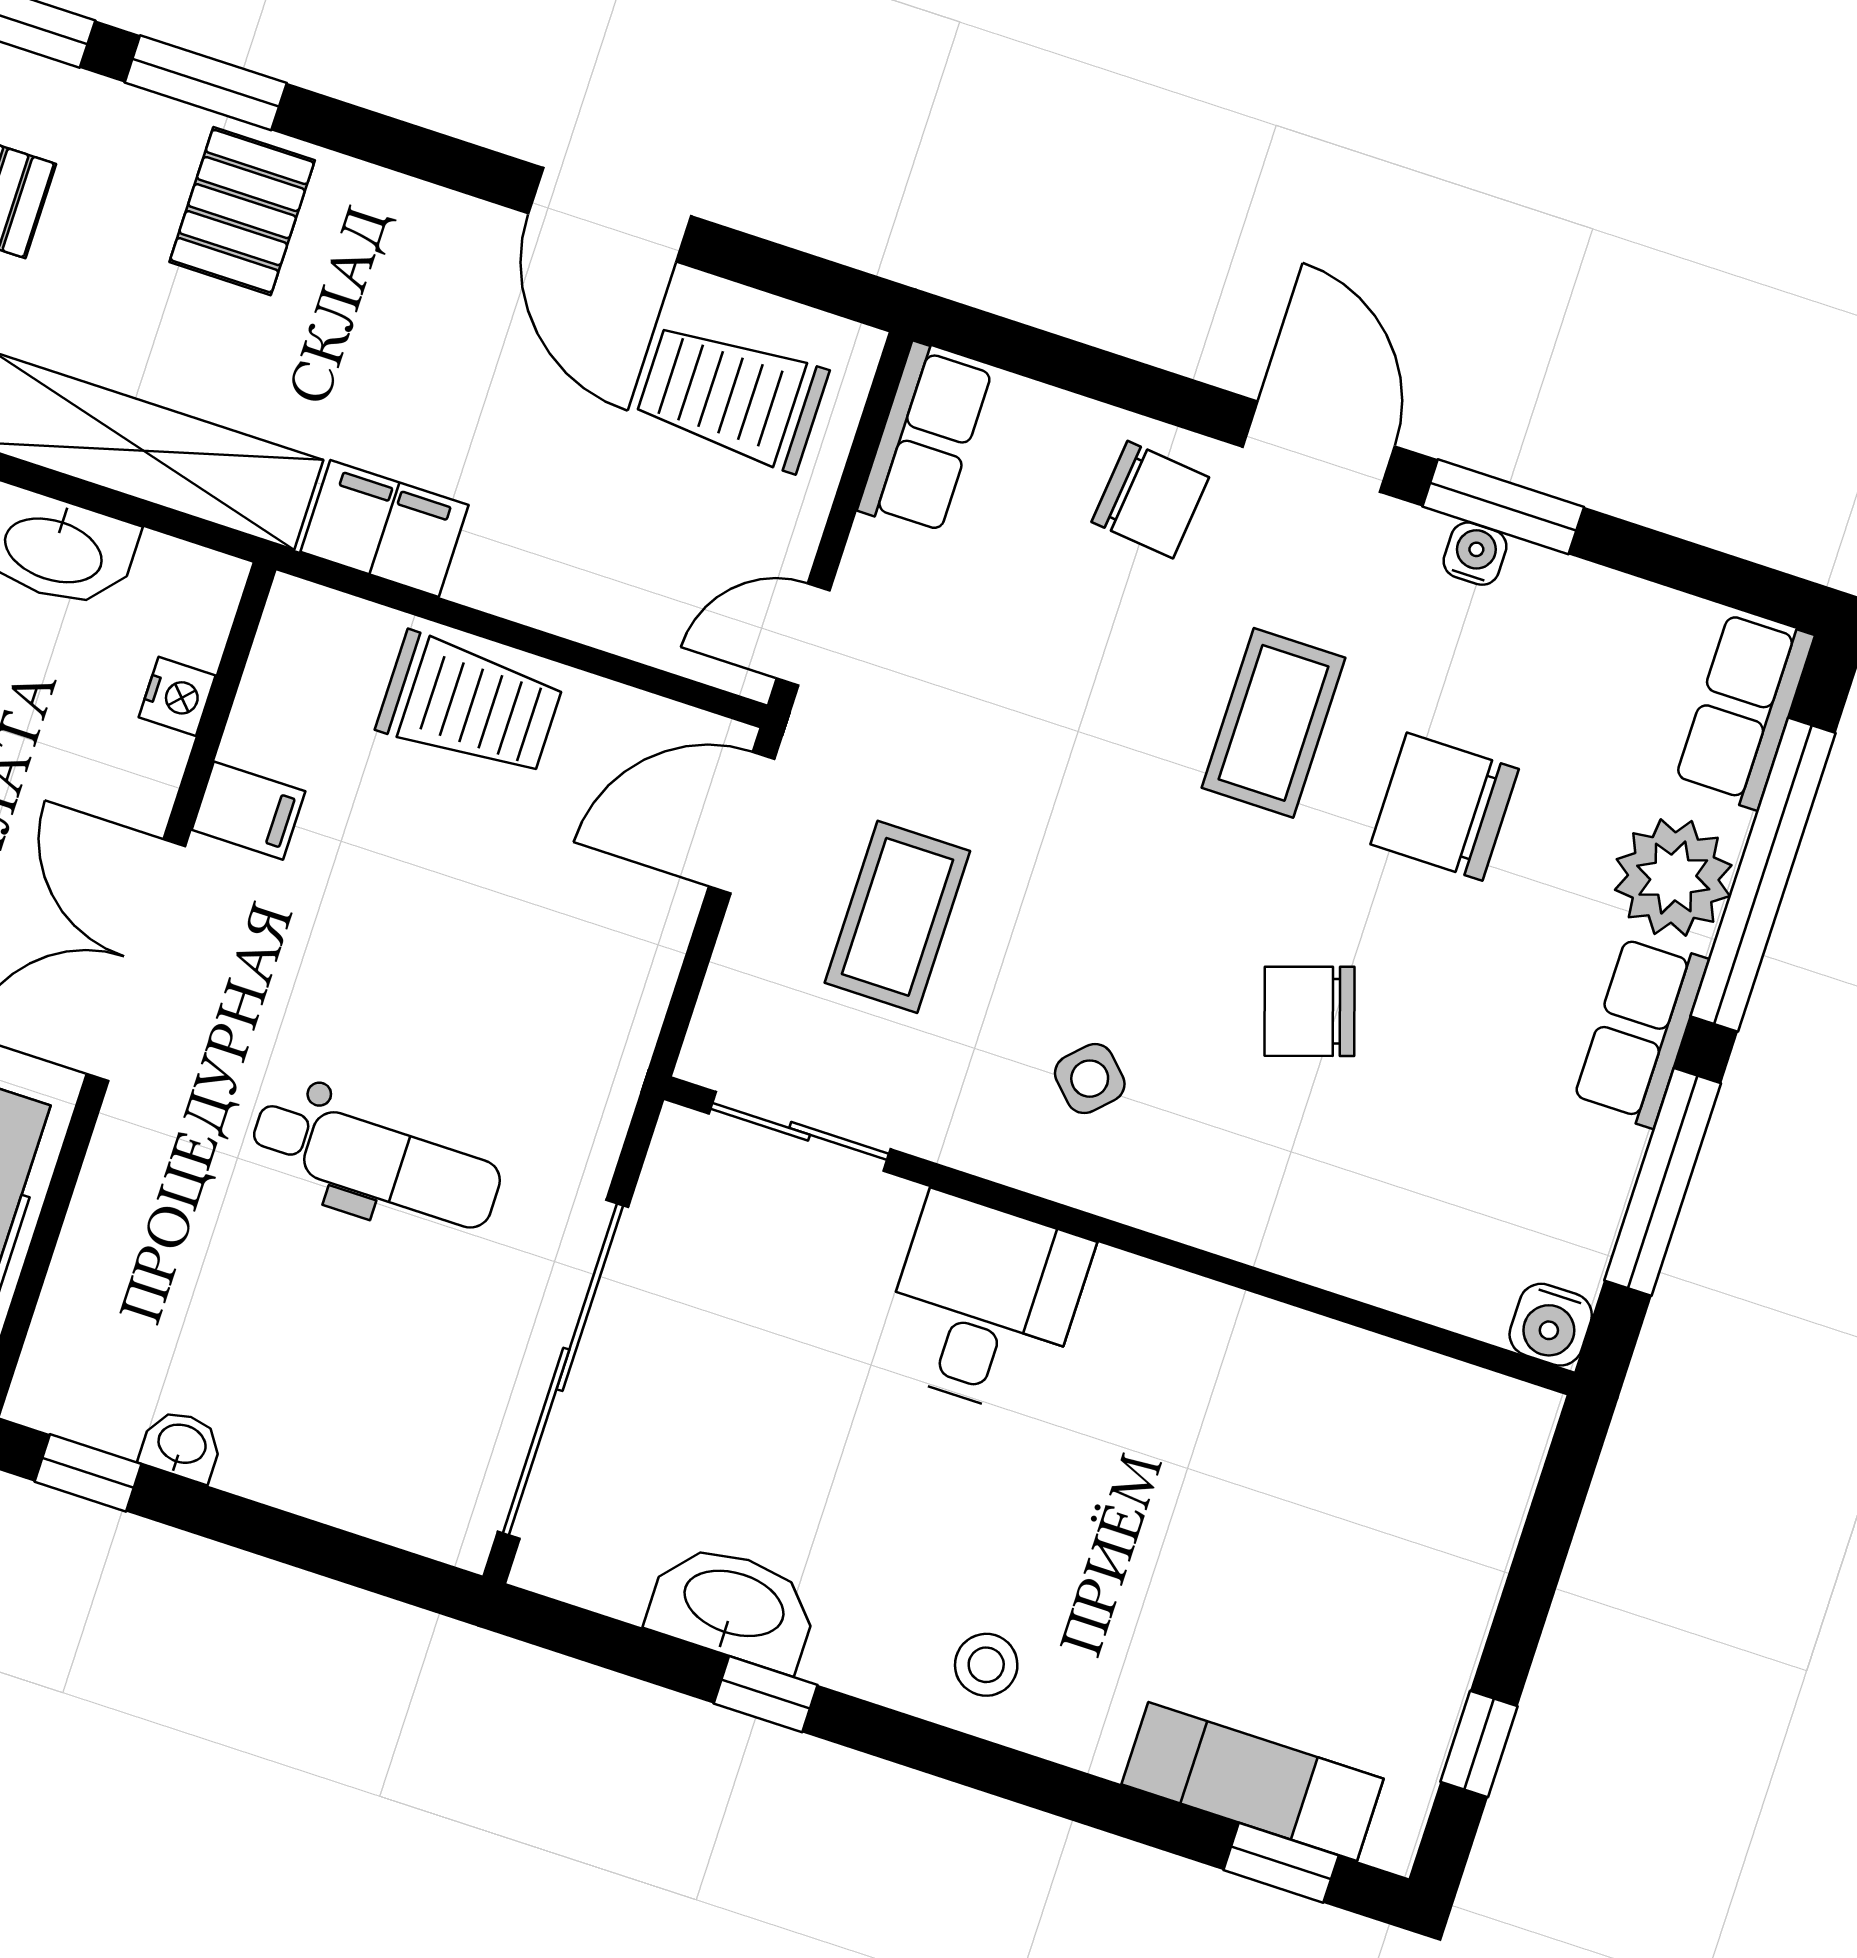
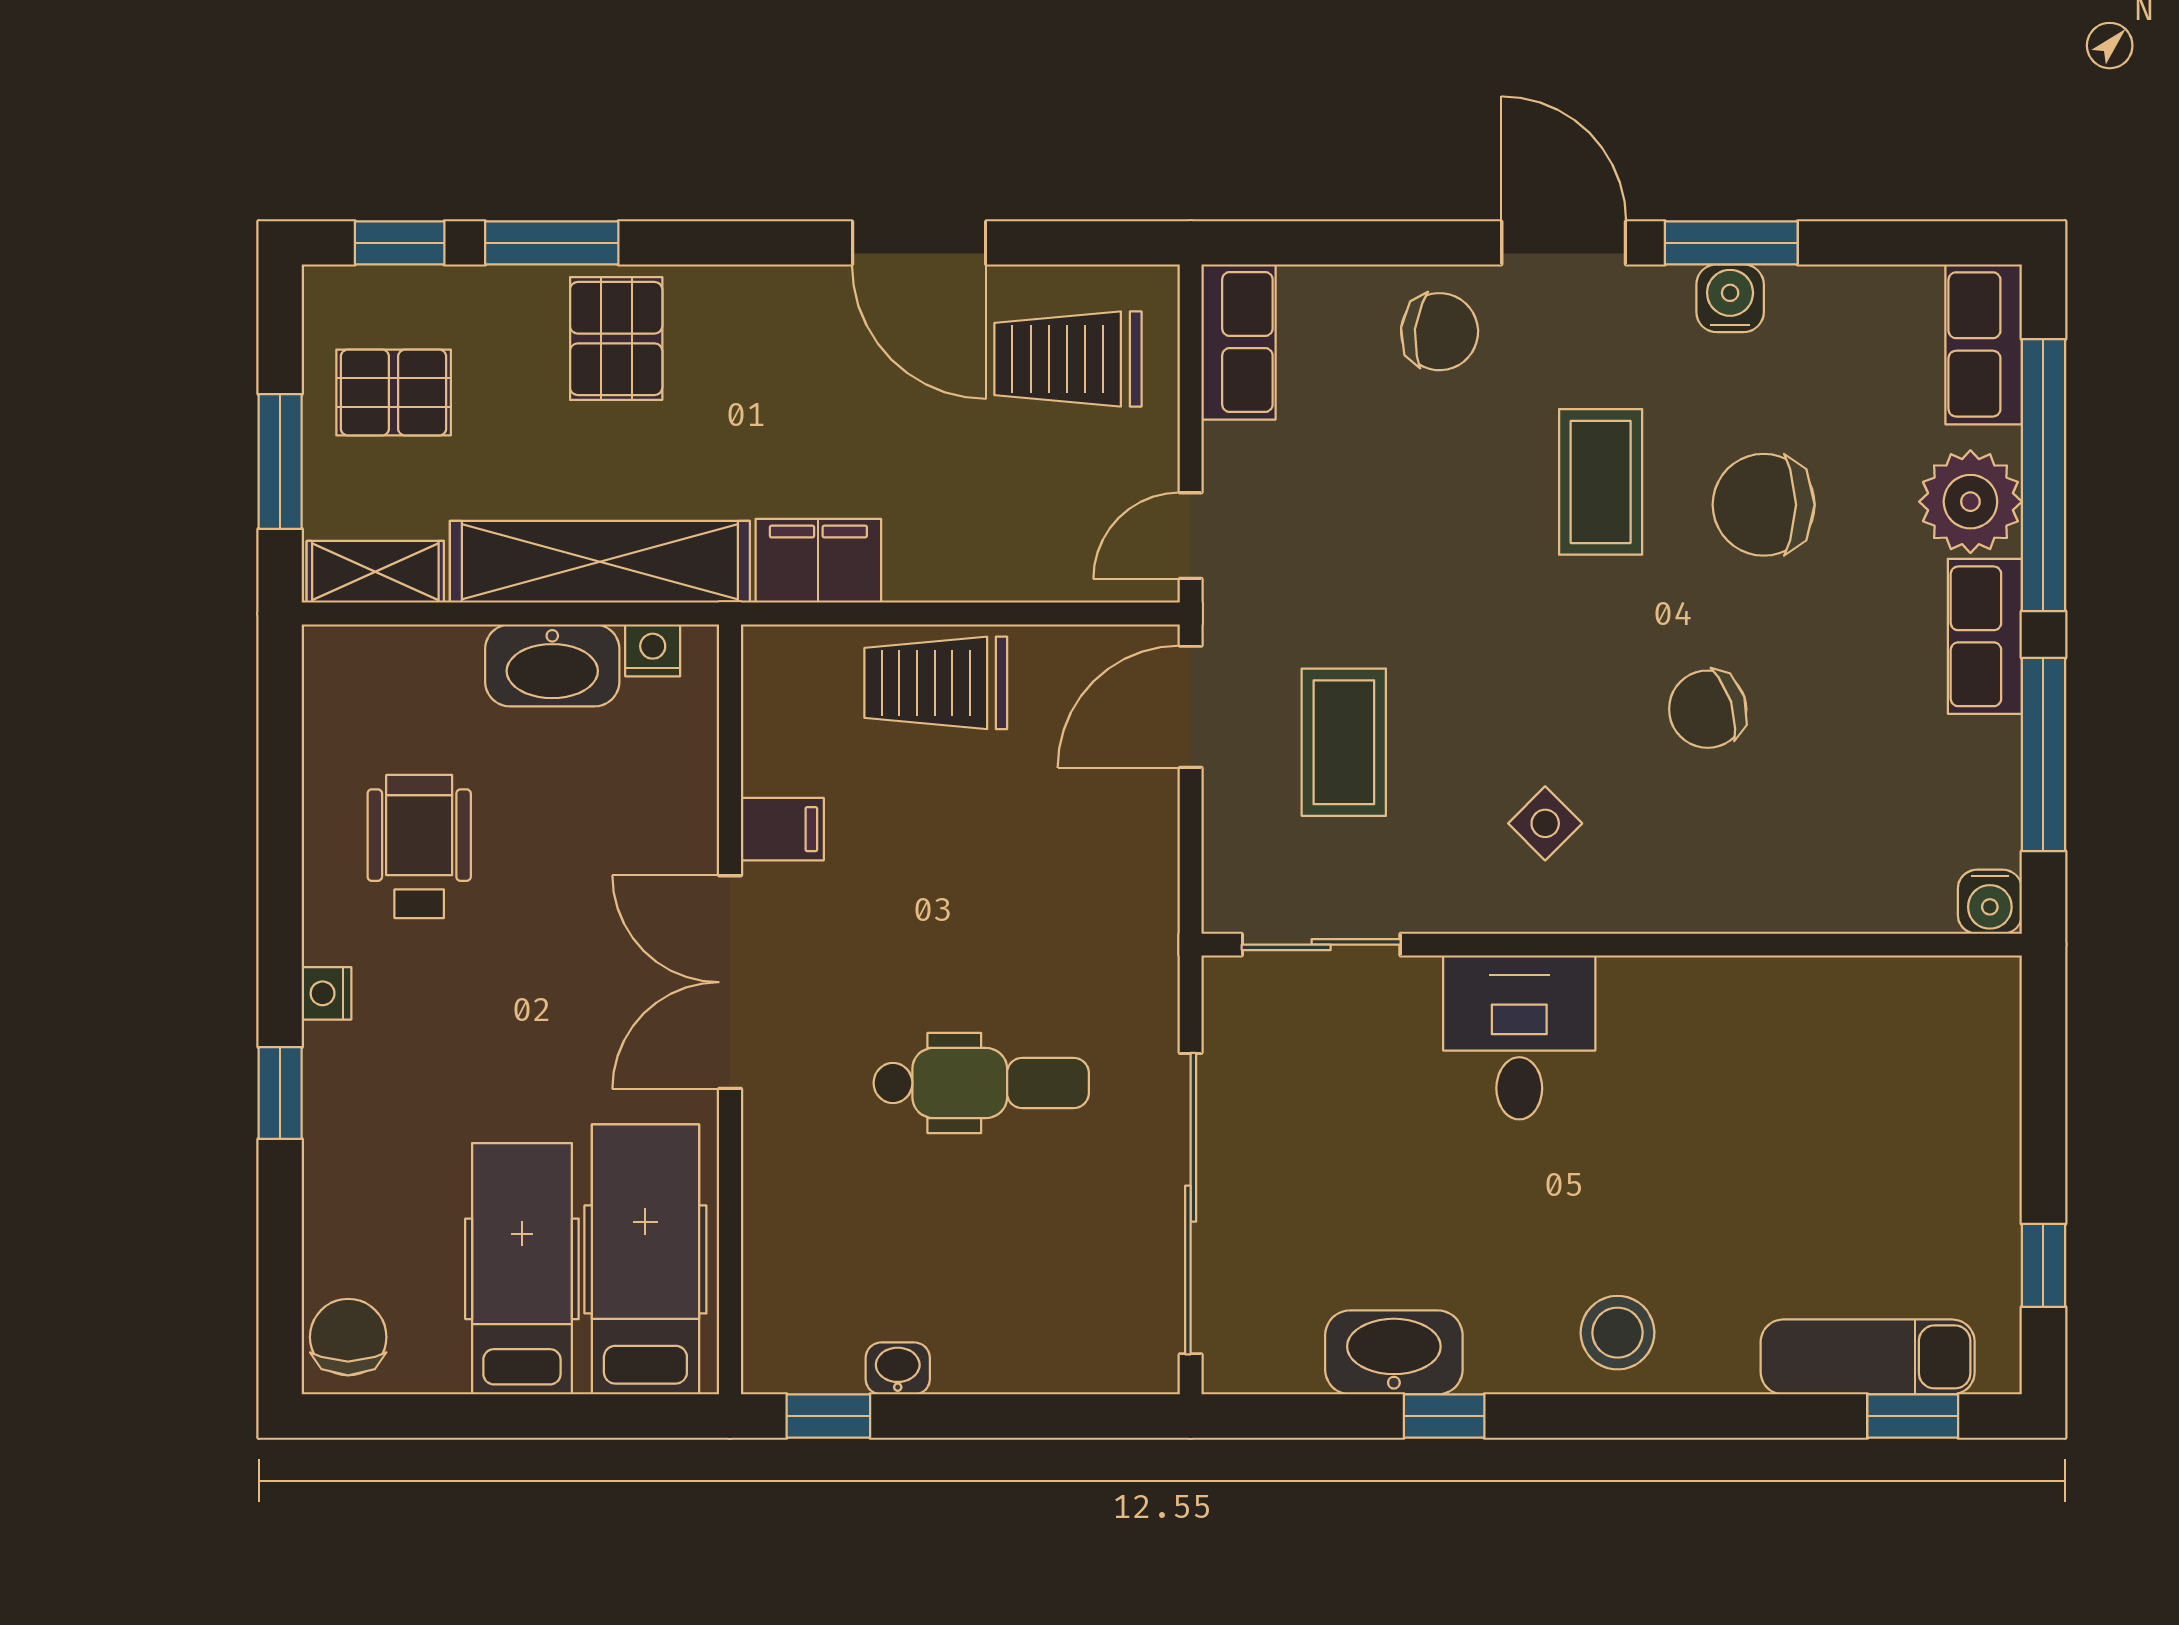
water cooler: (1475, 554) -> (1730, 298), width x1.38, depth x1.38
nightstand: (177, 696) -> (653, 650), moved, turned -90
trolley: (470, 705) -> (936, 683), turned 180
stool: (986, 1665) -> (1618, 1333), width x1.37, depth x1.37

